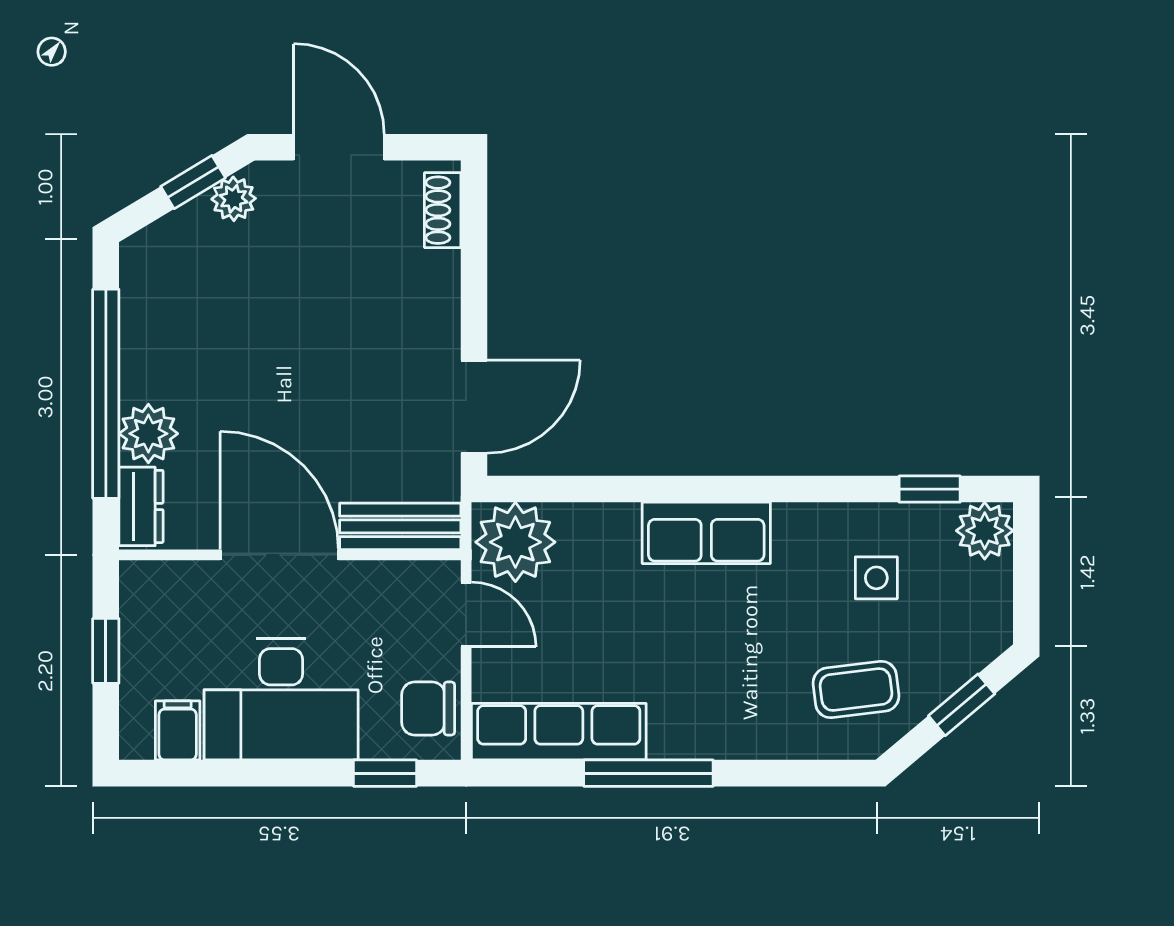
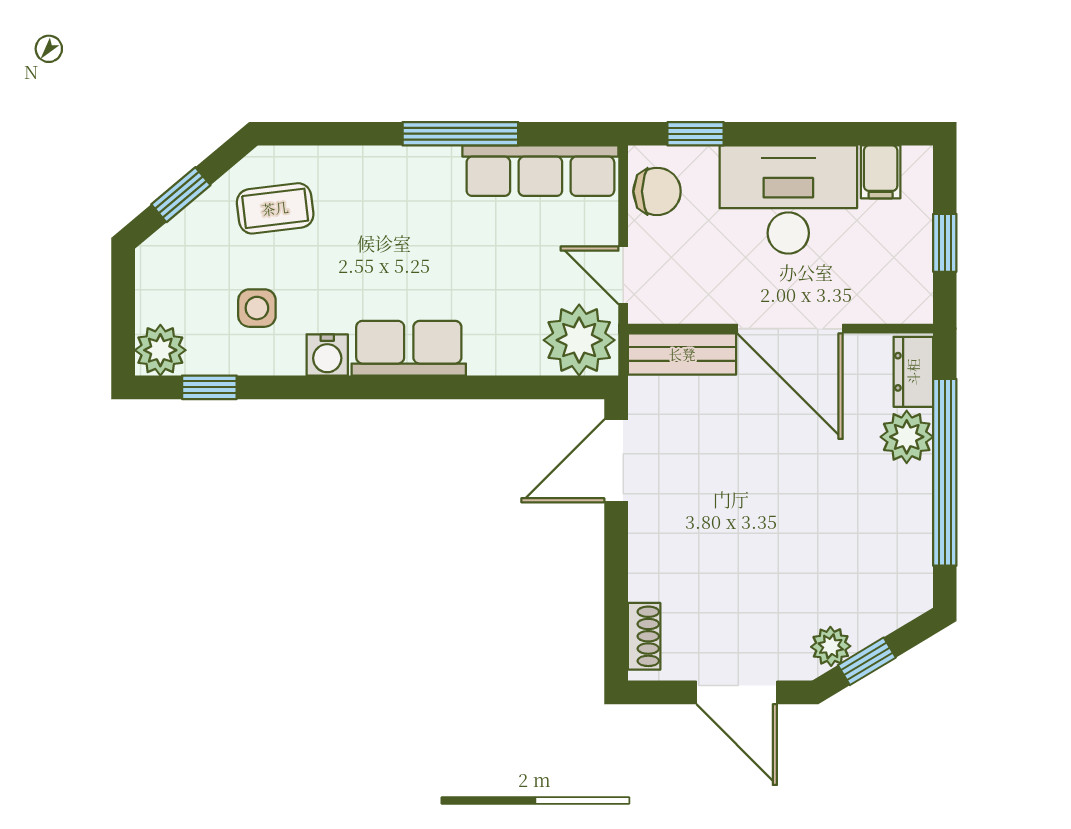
water cooler: (798, 525) -> (327, 355), added

